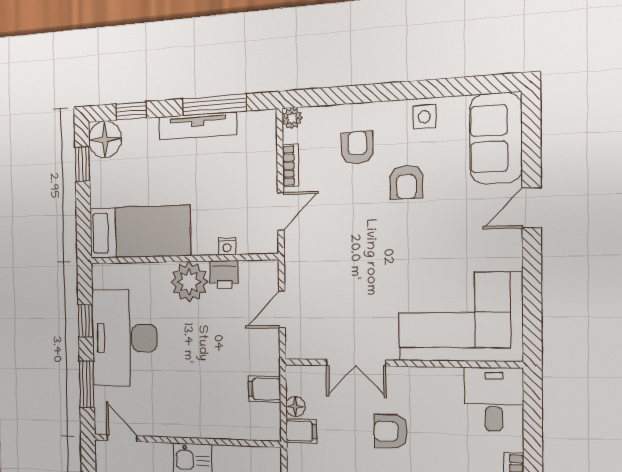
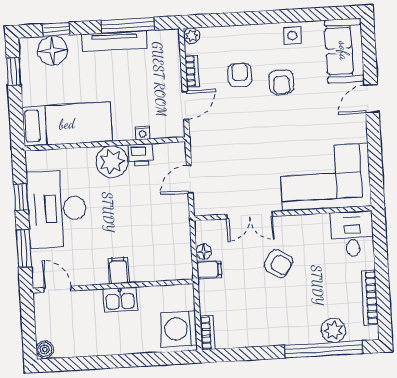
floor lamp: (105, 139) -> (53, 51), moved
armchair: (357, 148) -> (240, 75), moved
filing cabinet: (264, 389) -> (118, 271), moved, turned 90
armchair: (391, 431) -> (278, 264), turned -147

